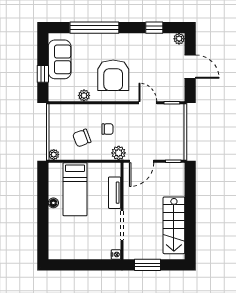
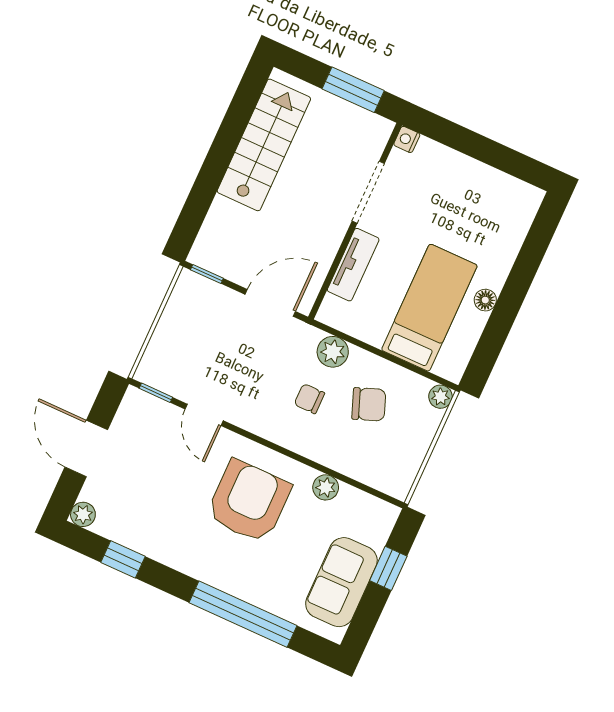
plant: (119, 153) -> (333, 352), moved

